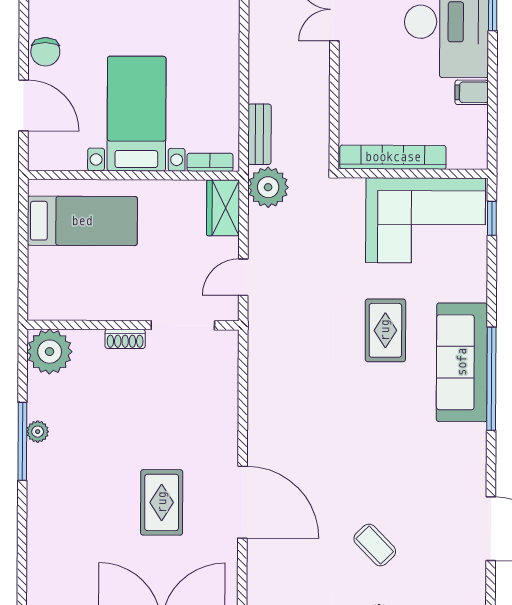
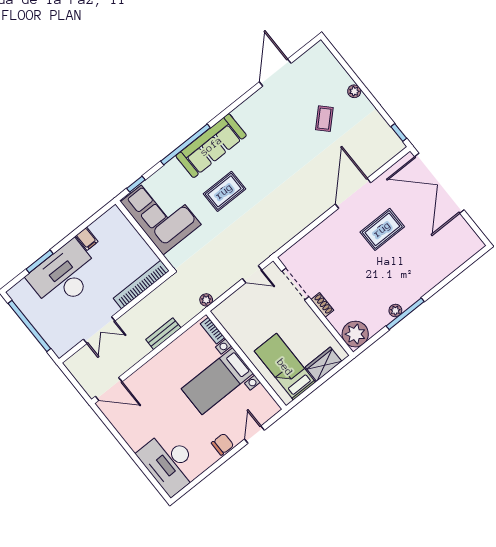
door: (24, 105) -> (254, 435), width x0.73
bench: (260, 134) -> (163, 334), moved
bookcase: (393, 157) -> (141, 284), moved, turned 90
plant: (268, 187) -> (206, 300), width x0.53, depth x0.53
wardrobe: (223, 208) -> (323, 364), moved, turned 180
window: (491, 379) -> (185, 144), moved

